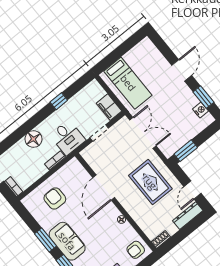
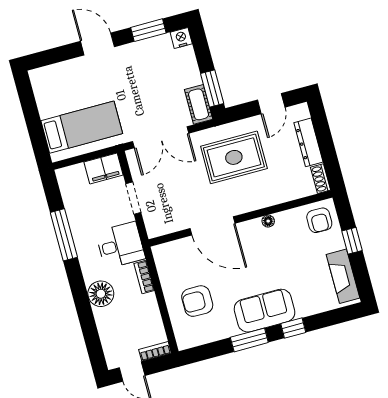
window: (59, 101) -> (64, 235), width x2.17
nightstand: (200, 110) -> (181, 38), moved
double door: (143, 133) -> (161, 137), swing flipped
cot: (173, 147) -> (199, 104), added
door: (192, 190) -> (271, 104), hinge flipped
dresser: (188, 216) -> (308, 142), moved

